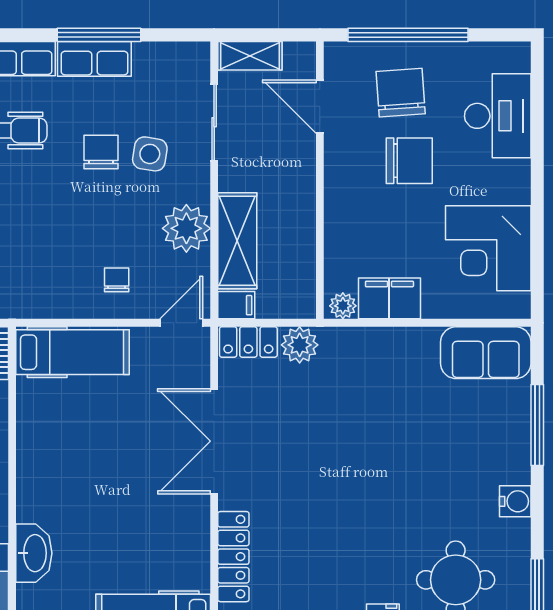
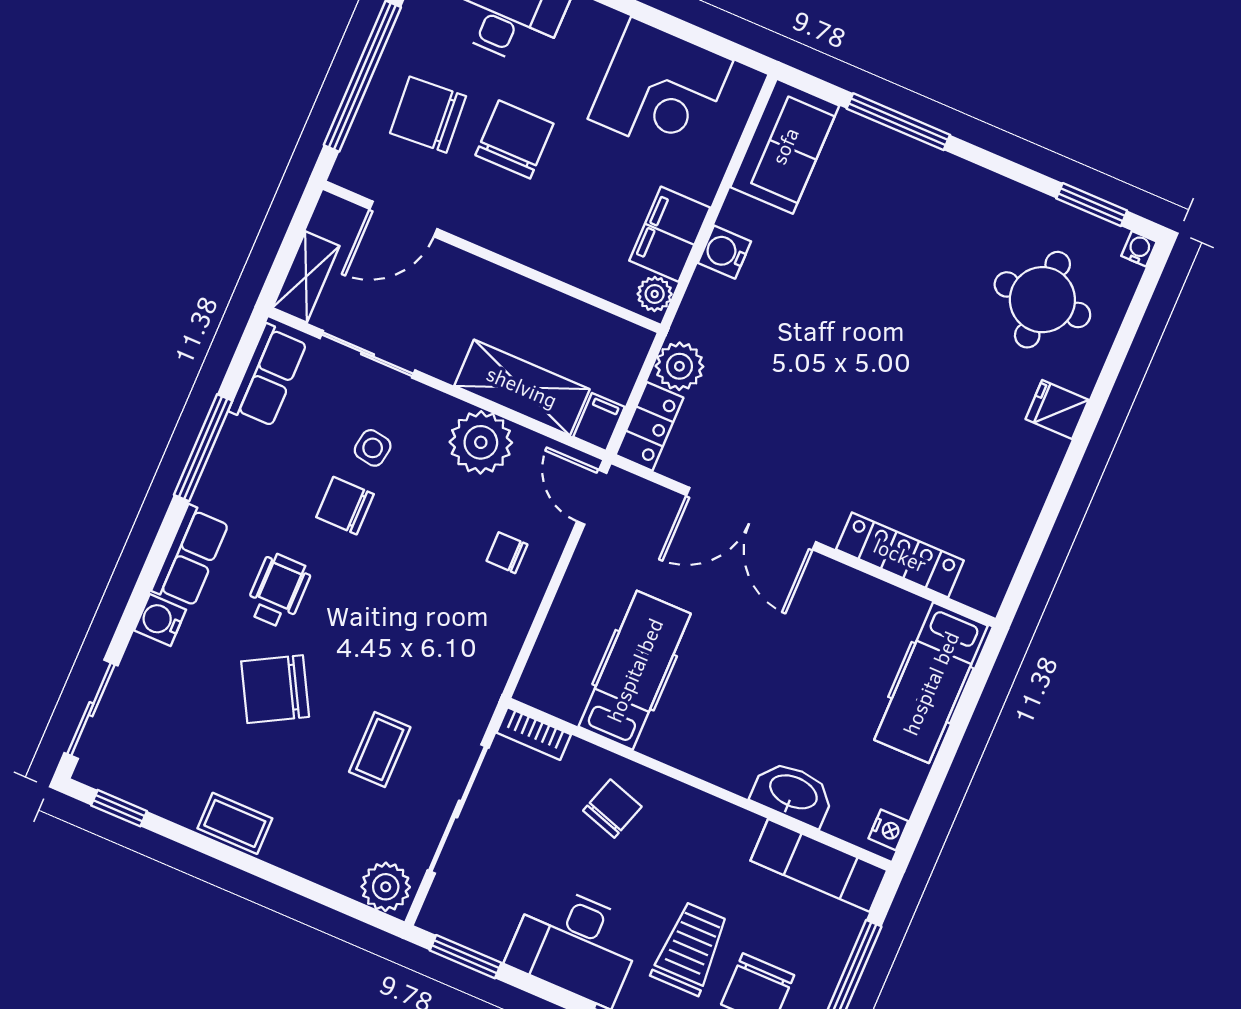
row of seats: (94, 59) -> (268, 376), moved
side table: (150, 154) -> (373, 448), width x0.73, depth x0.73
hospital bed: (73, 352) -> (635, 670), moved
water cooler: (515, 501) -> (724, 252), moved, turned -90

